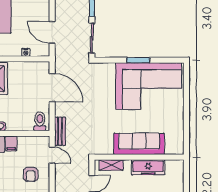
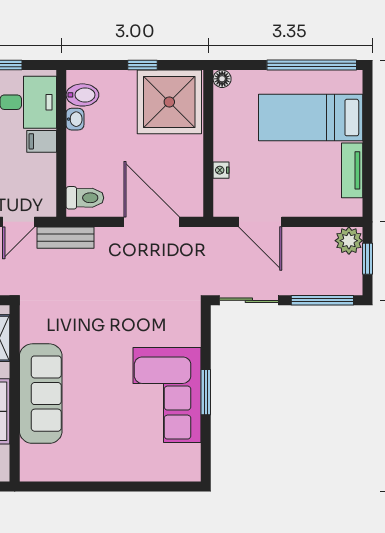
door: (52, 32) -> (260, 222), swing flipped
corner sofa: (149, 86) -> (167, 395), width x0.73, depth x0.74
door: (52, 88) -> (152, 222), swing flipped

